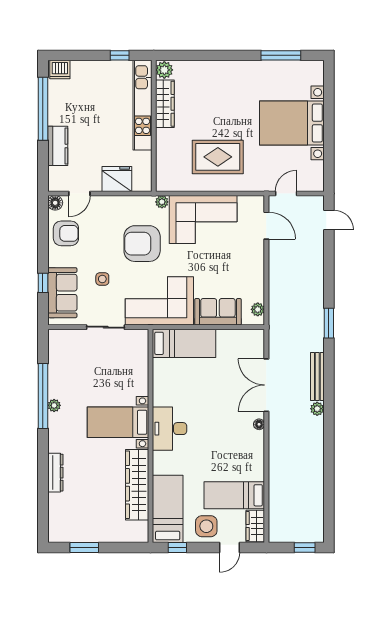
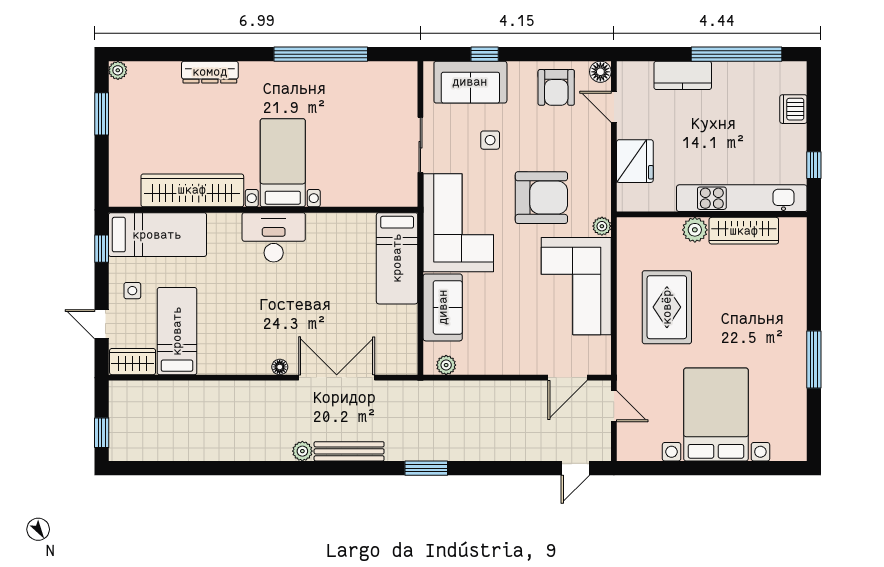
window: (281, 55) -> (814, 359), moved
dishwasher: (60, 69) -> (793, 109), moved
plant: (164, 70) -> (695, 230), moved
armchair: (142, 244) -> (541, 198), turned 90
plant: (54, 405) -> (118, 70), moved
side table: (206, 526) -> (132, 291), width x0.54, depth x0.54

